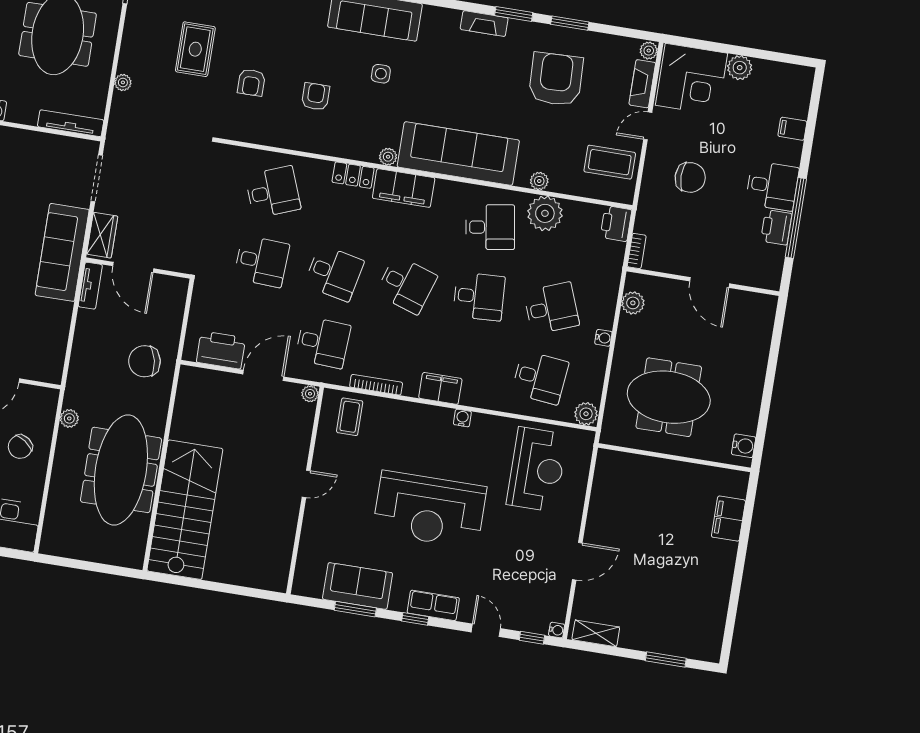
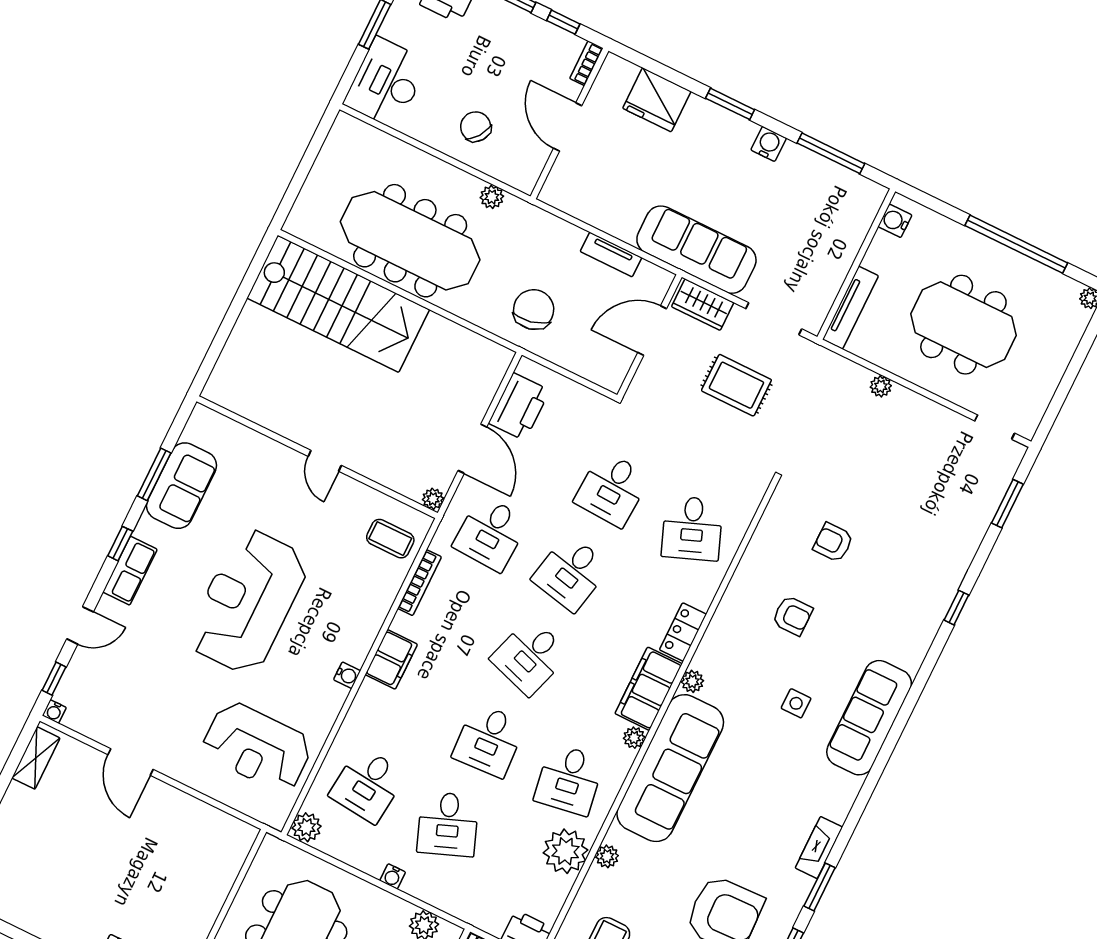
rug: (195, 49) -> (736, 385), moved
plant: (444, 188) -> (634, 738), added
tv unit: (90, 286) -> (611, 255), moved

